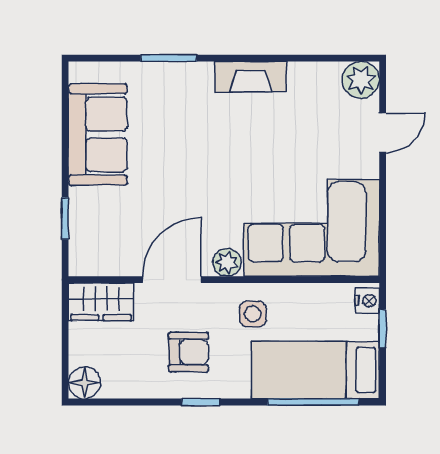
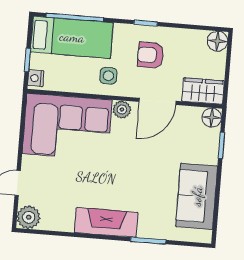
fireplace: (251, 77) -> (106, 222), width x1.37, depth x1.32
floor lamp: (84, 261) -> (212, 118), added

